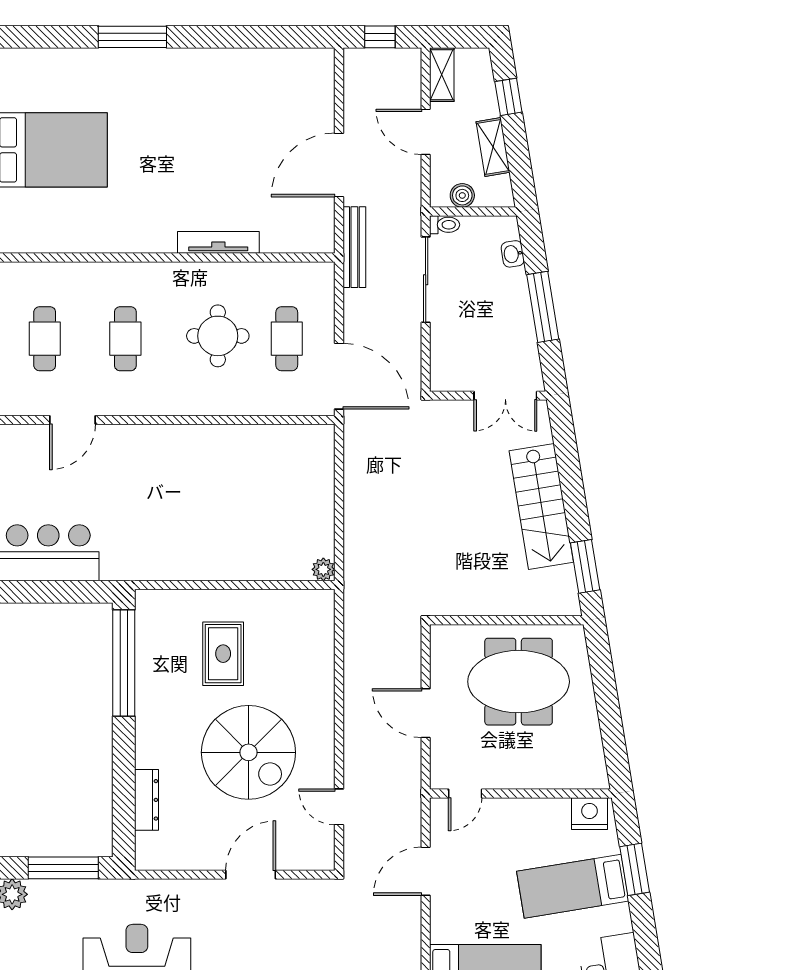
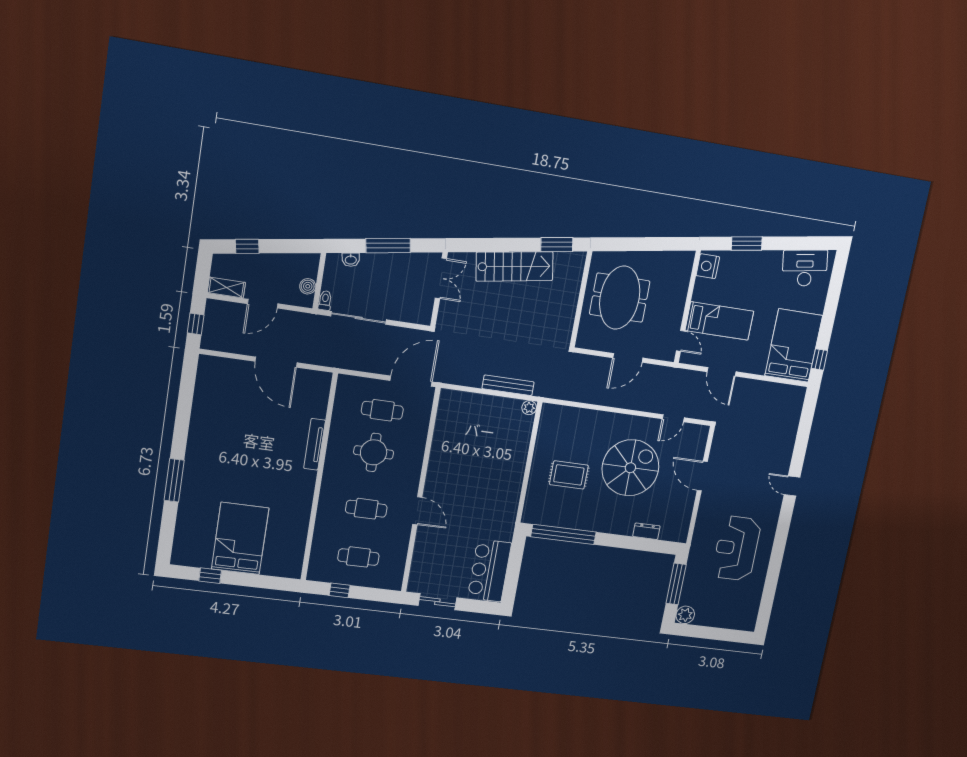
shelving: (493, 147) -> (279, 262), removed
bench: (354, 247) -> (508, 385), moved
door: (73, 420) -> (417, 511), moved
dresser: (147, 800) -> (646, 531), width x0.70
bed: (573, 886) -> (719, 321), moved, turned -81

